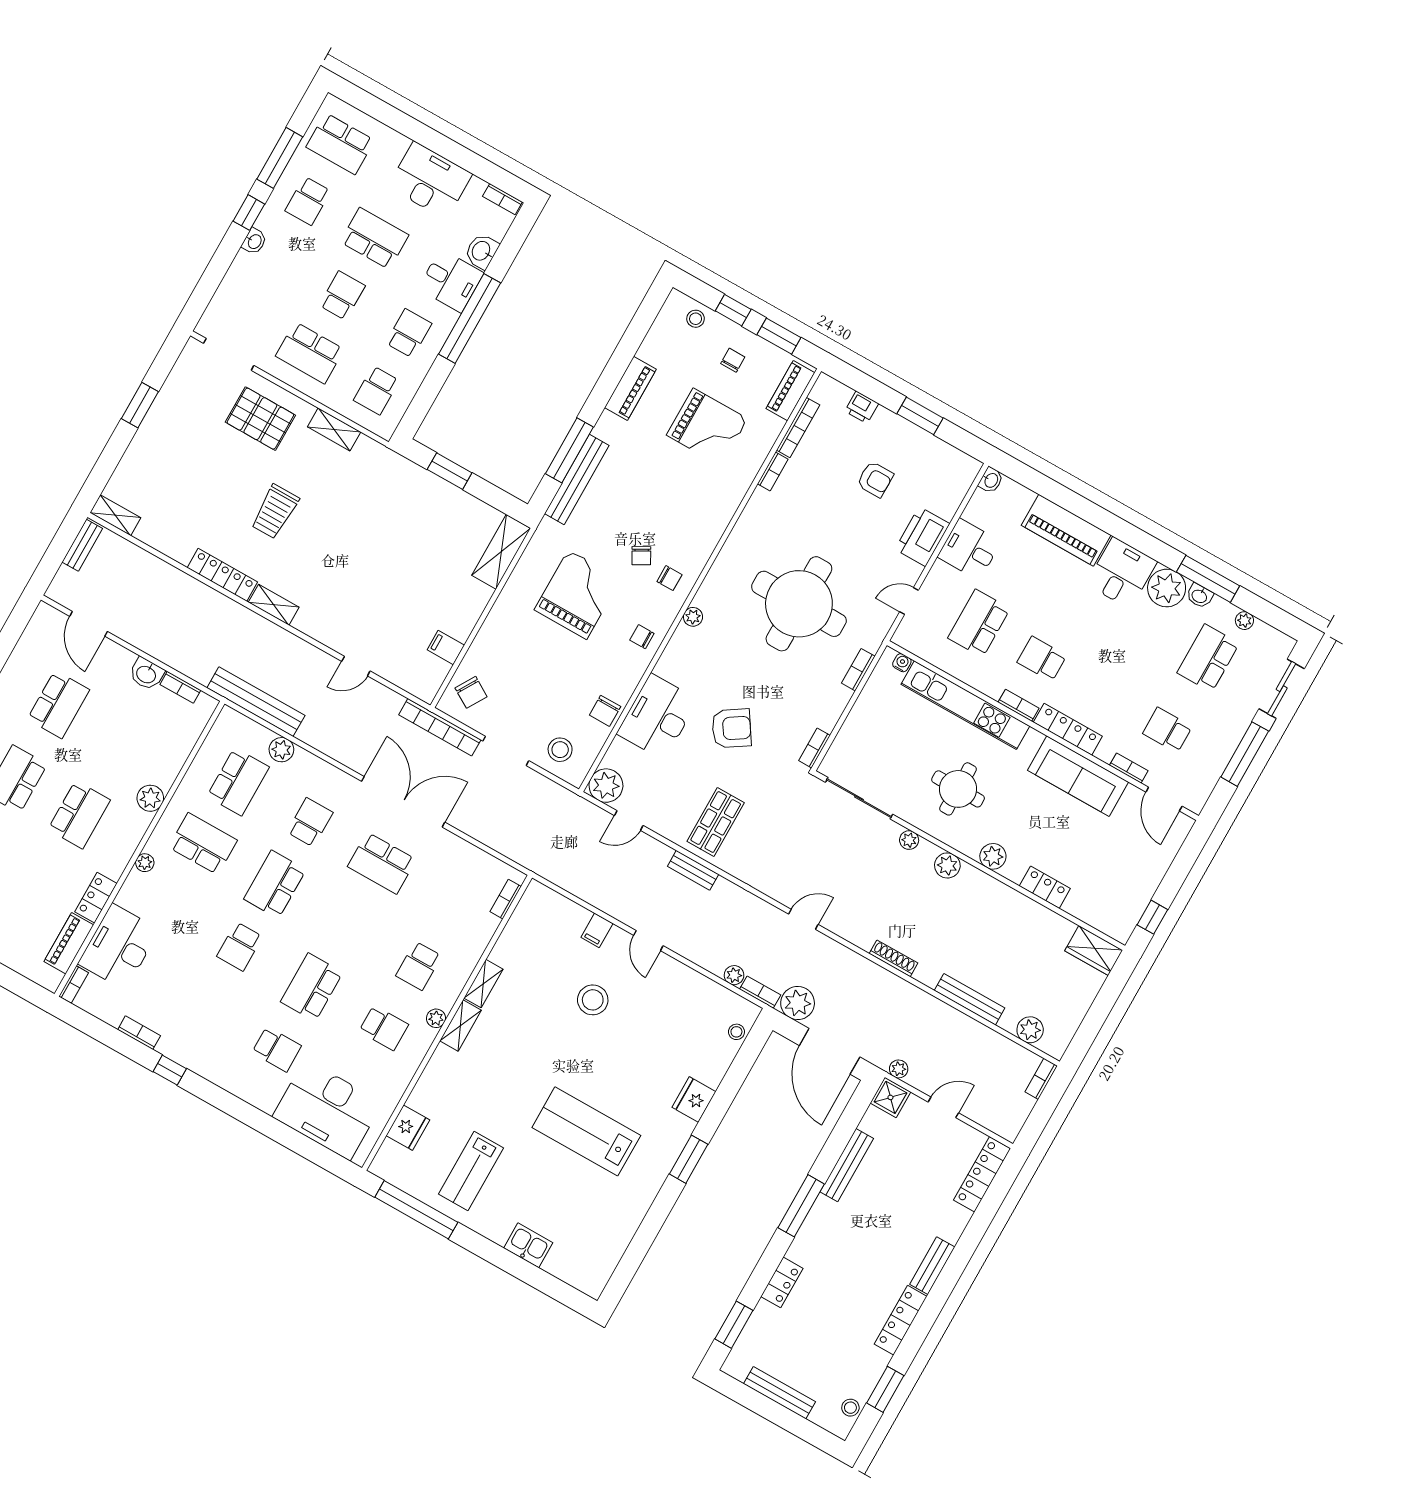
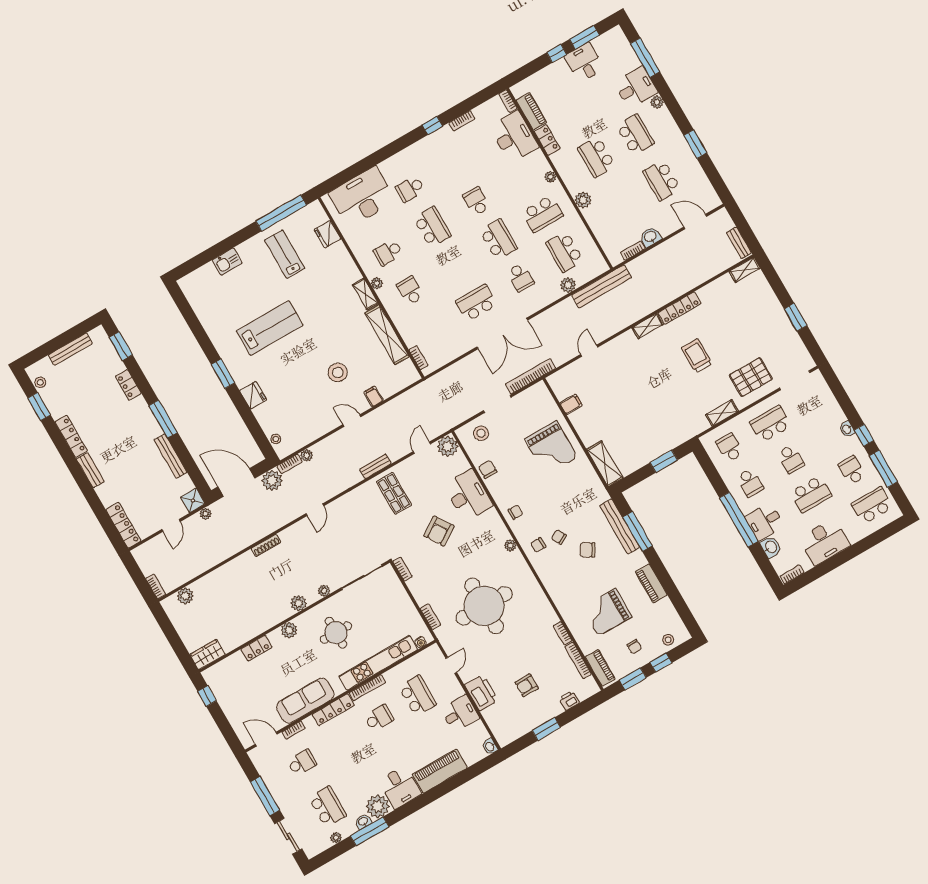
grand piano: (577, 594) -> (551, 448), moved
chair: (471, 692) -> (588, 550), moved
bookcase: (1019, 705) -> (367, 688), width x1.56
shelving: (483, 984) -> (387, 335), width x2.20, depth x1.33
bench: (970, 999) -> (220, 573), removed

